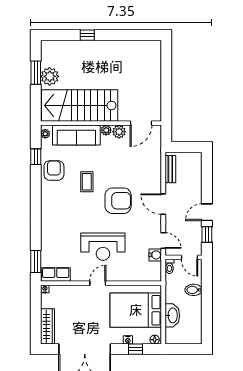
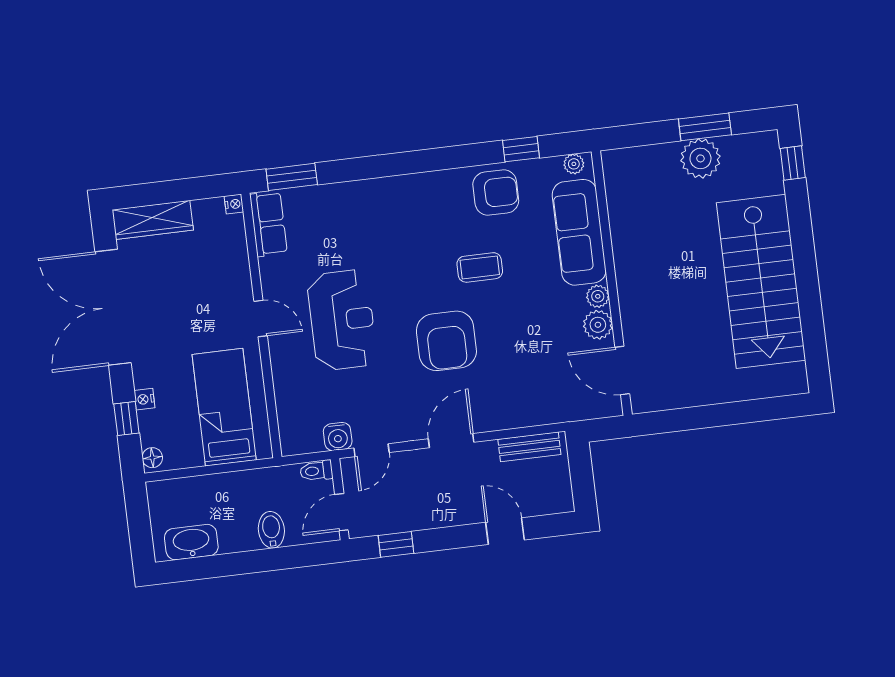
window: (87, 35) -> (793, 163), moved
stairs: (80, 105) -> (761, 281), moved, turned 180
door: (207, 212) -> (505, 531), moved
reception desk: (103, 247) -> (342, 320), turned 180
bed: (136, 310) -> (224, 407), width x0.67
washbasin: (172, 315) -> (191, 542), moved, turned 180

